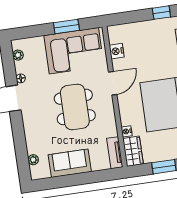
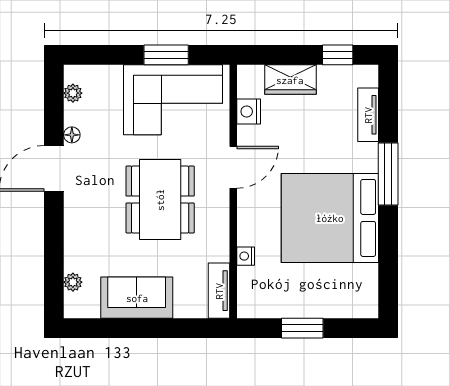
wardrobe: (133, 151) -> (290, 80), moved, turned 90

